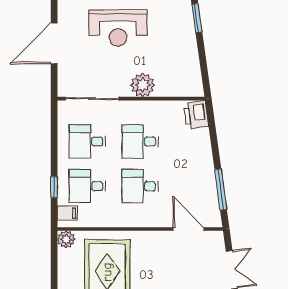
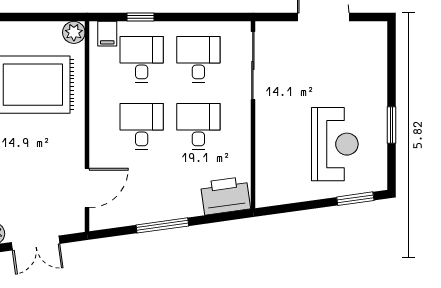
reception desk: (118, 28) -> (335, 144), moved, turned 180
plant: (143, 85) -> (270, 130), removed
printer: (196, 115) -> (225, 196), width x1.37, depth x1.19
window: (221, 189) -> (162, 225), moved

